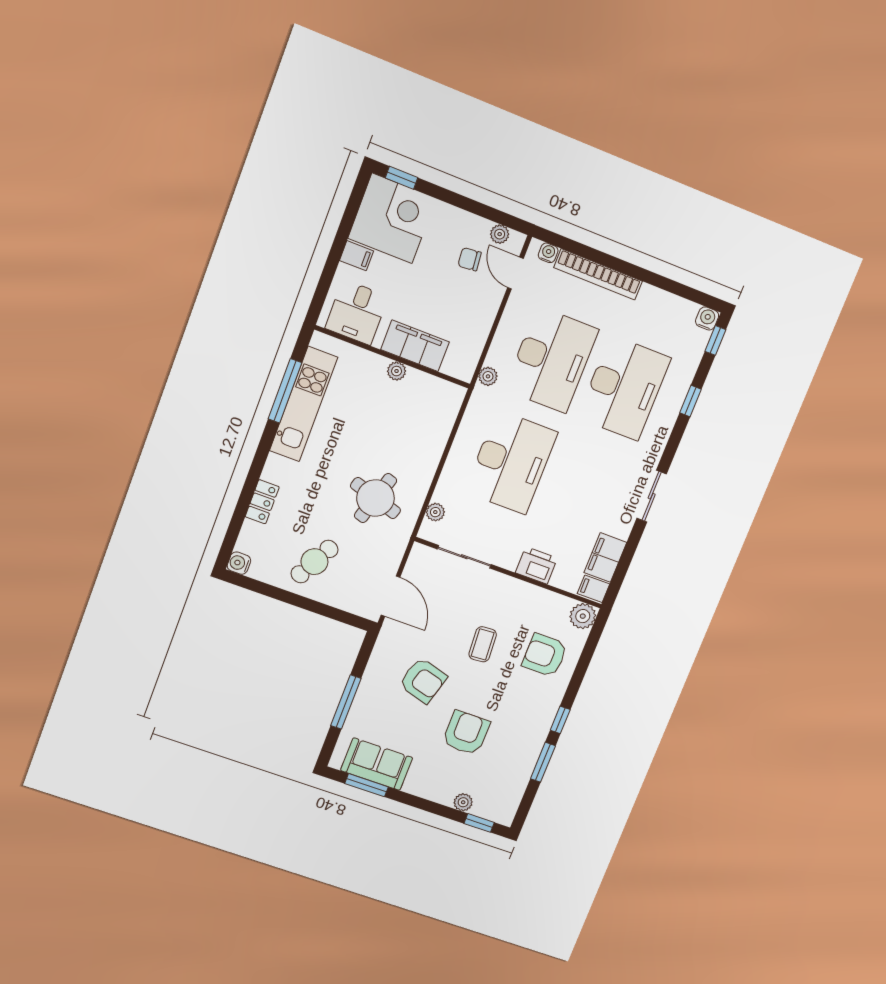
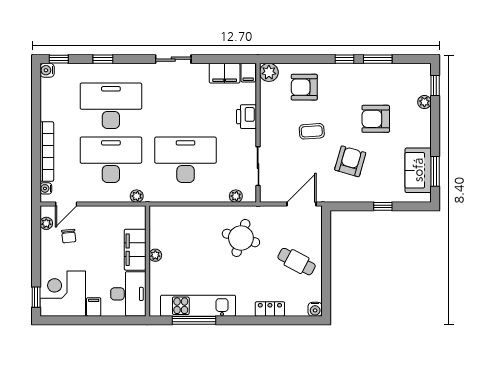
desk: (357, 312) -> (128, 294), width x1.37
armchair: (545, 655) -> (304, 87), turned 90
window: (346, 702) -> (383, 206), width x0.46

